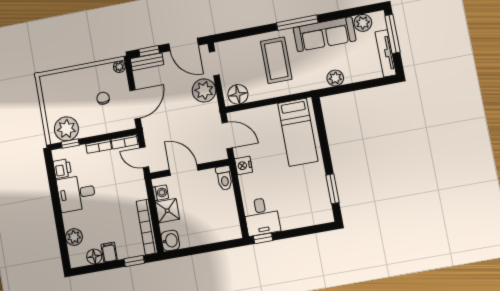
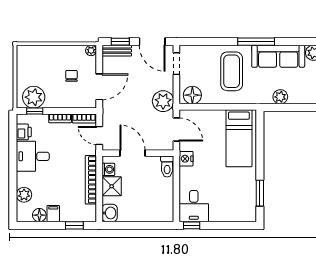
plant: (204, 90) -> (163, 101), moved
bookcase: (147, 227) -> (91, 180), moved

